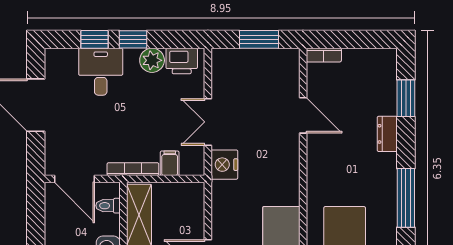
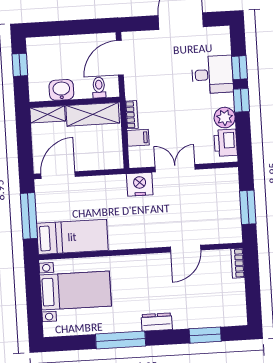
dresser: (387, 134) -> (157, 322), moved
bookcase: (133, 169) -> (132, 115), width x0.64

